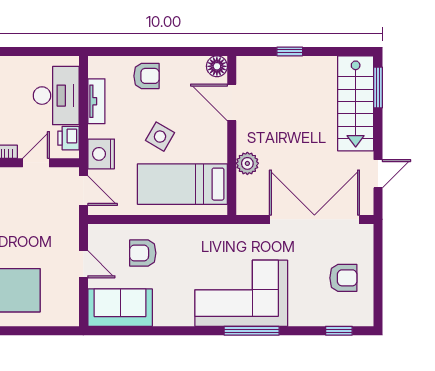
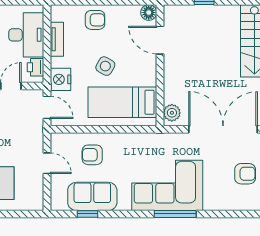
plant: (247, 163) -> (172, 113), moved
sofa: (120, 308) -> (92, 196), moved
window: (339, 331) -> (87, 214), moved

